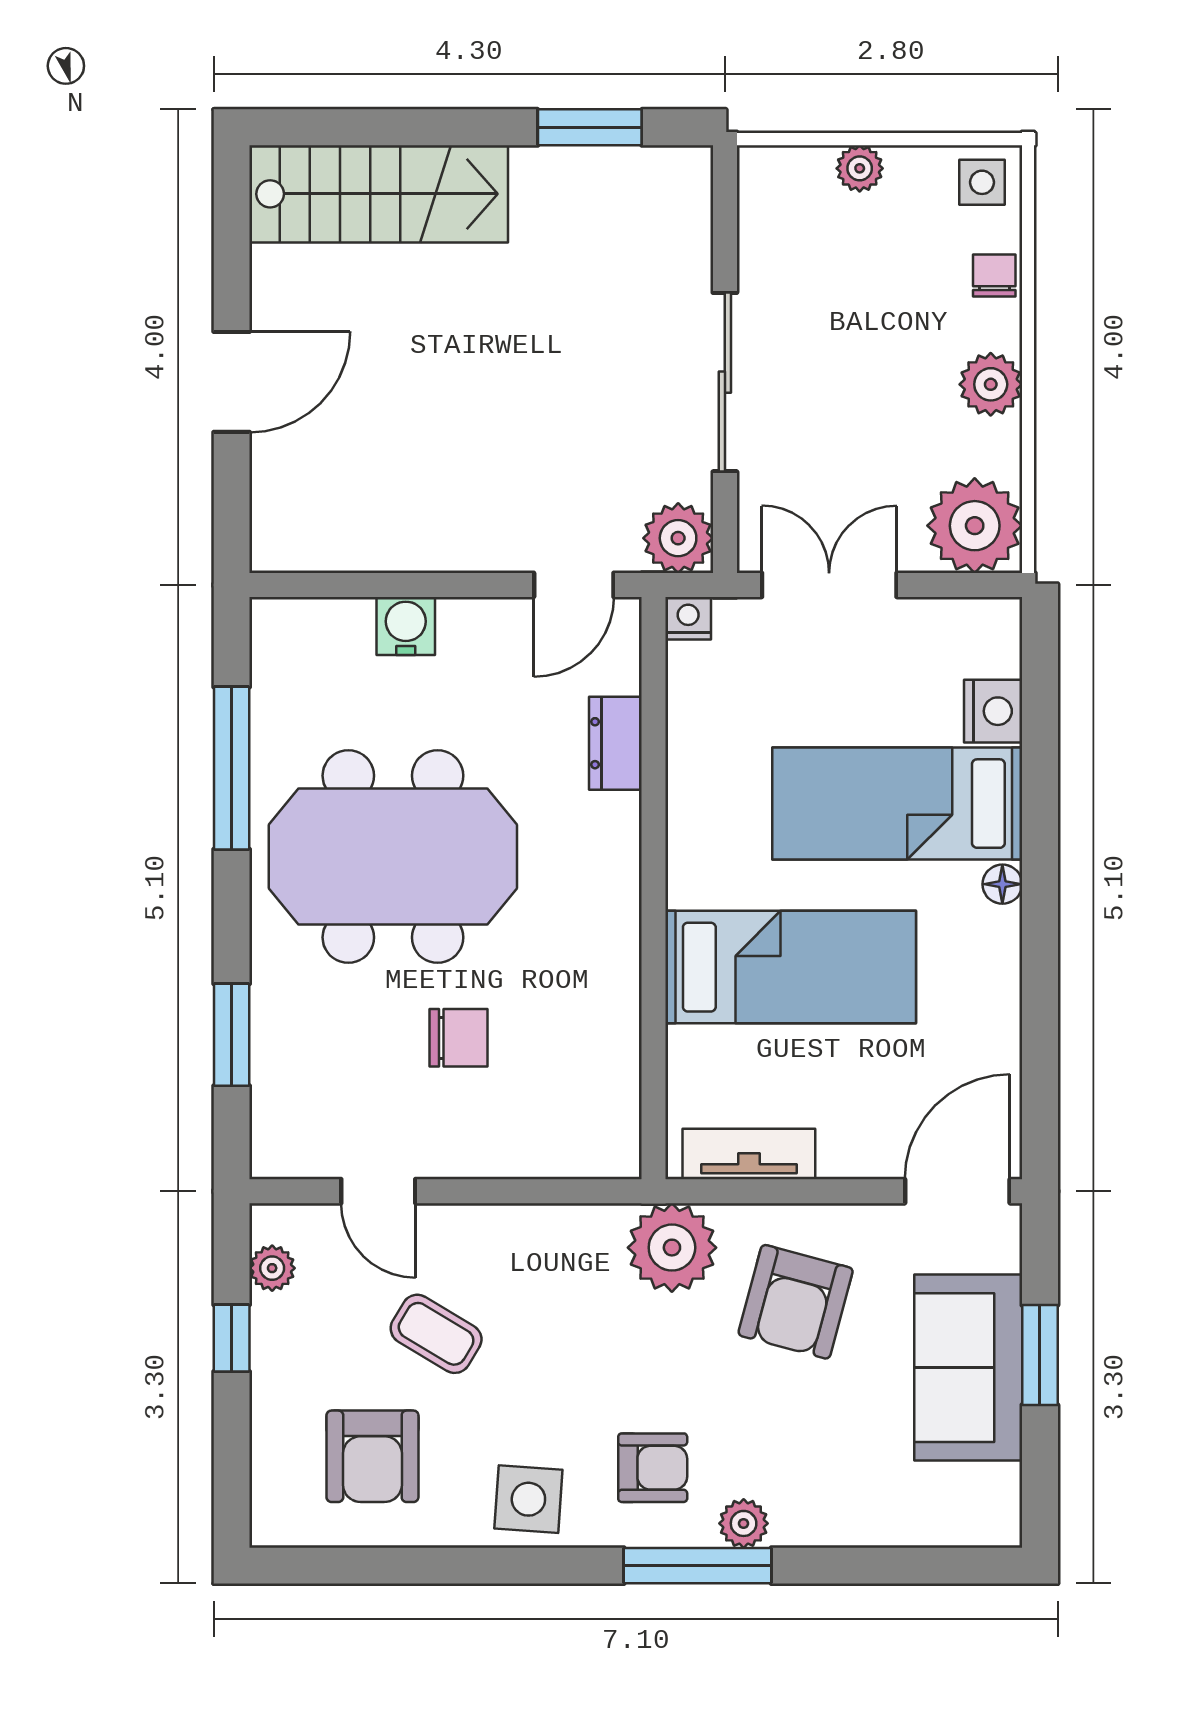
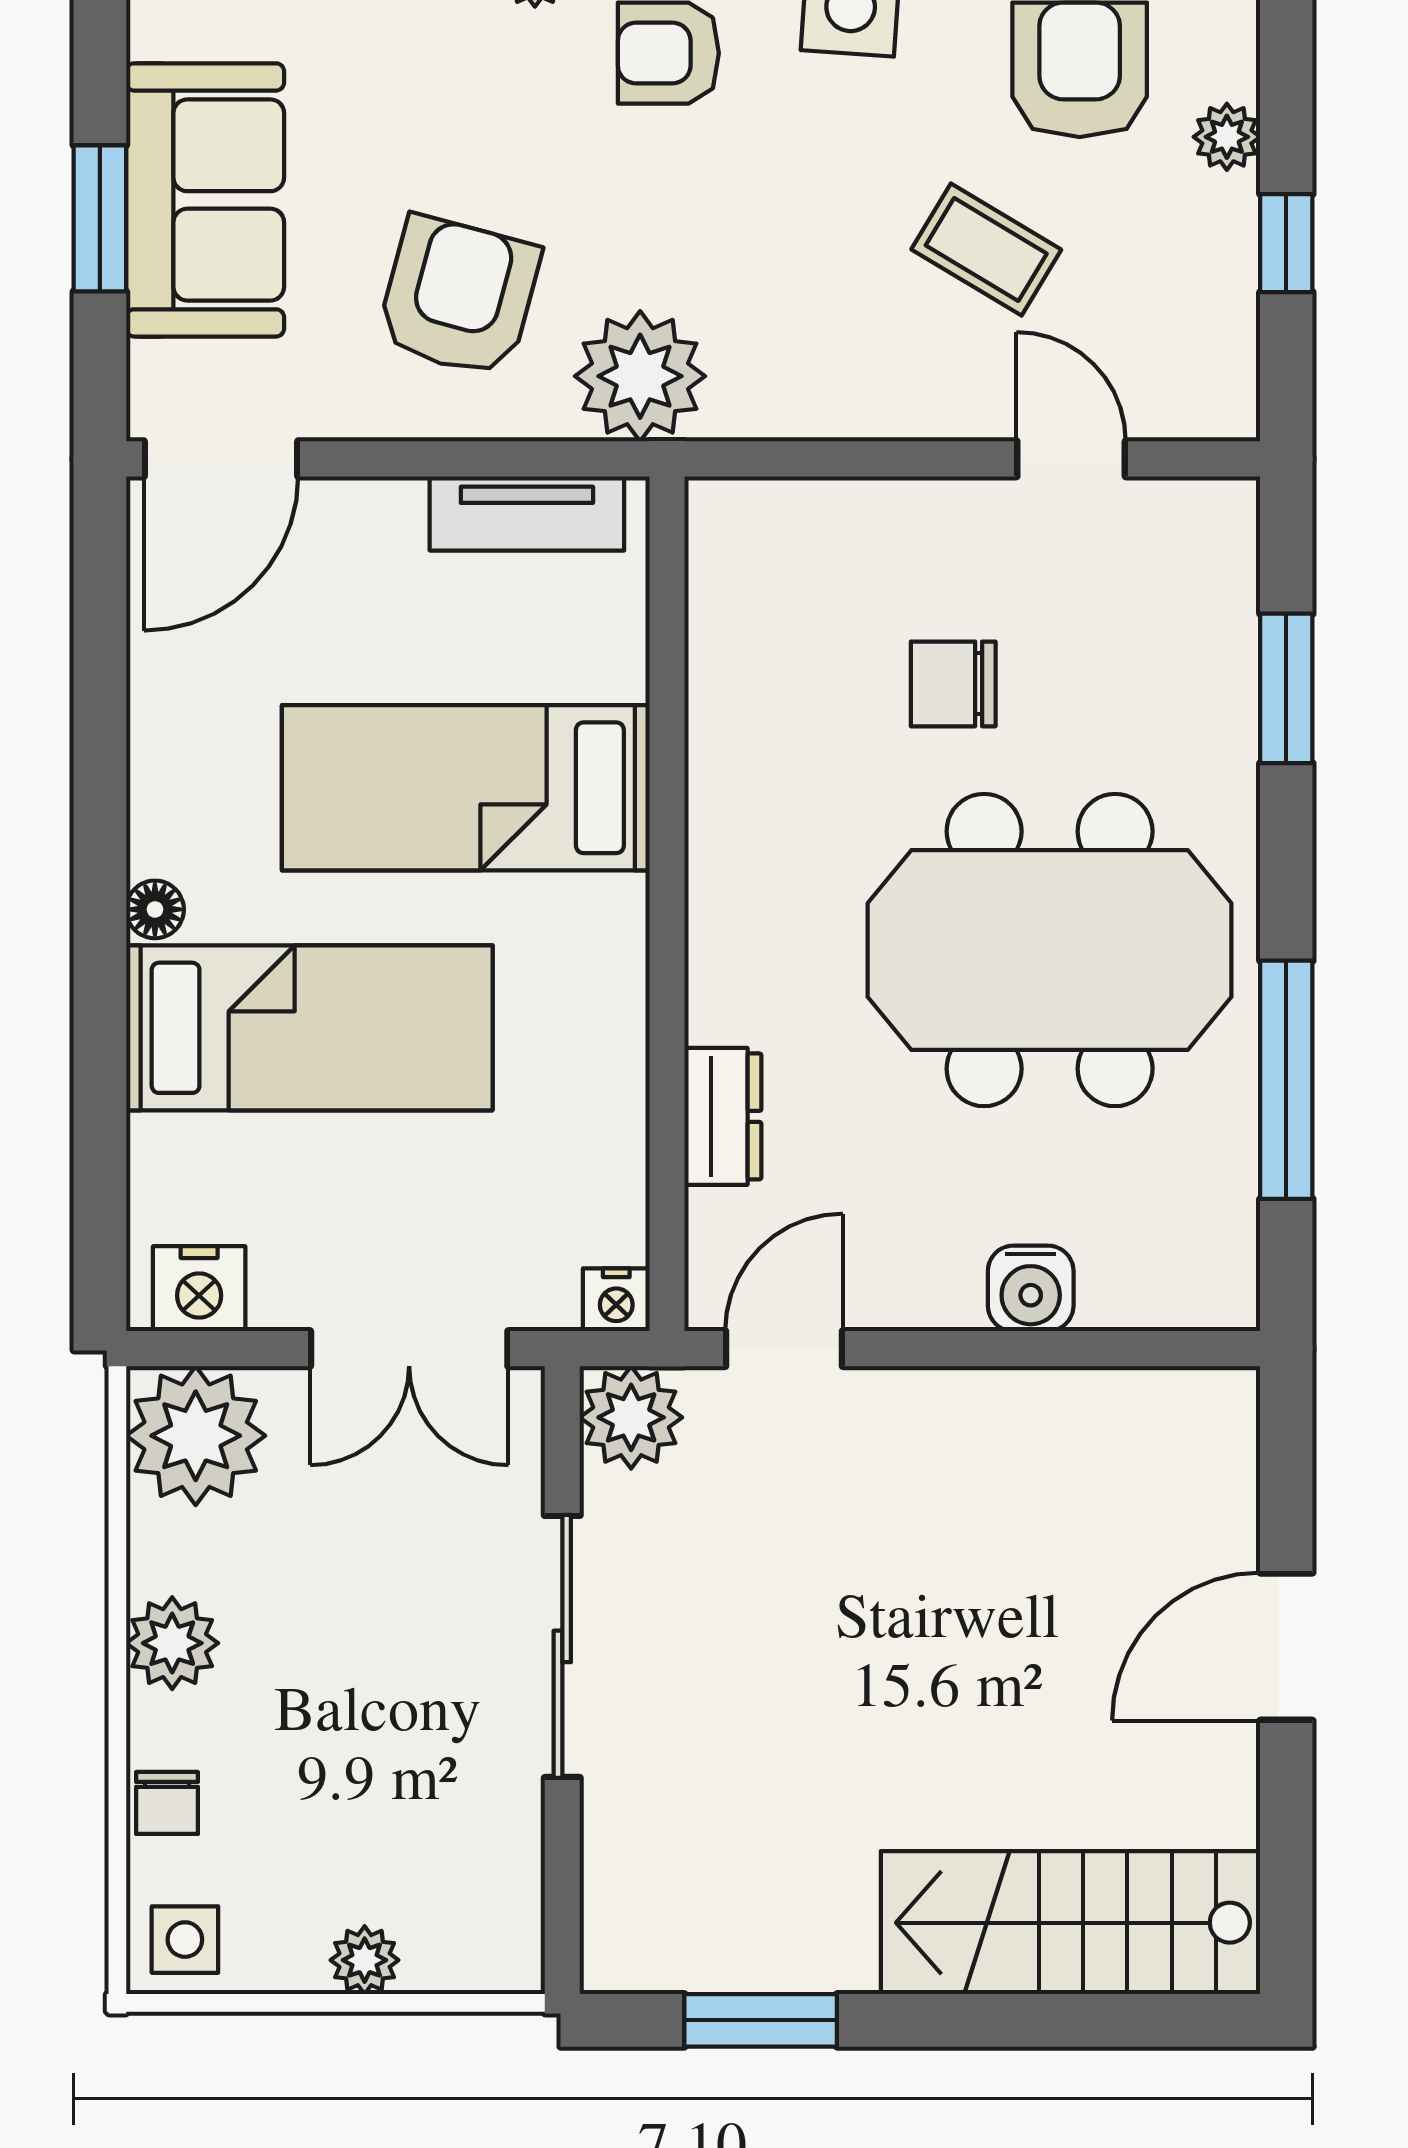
nightstand: (993, 711) -> (199, 1289), moved, turned -90
plant: (272, 1268) -> (1227, 137), moved

